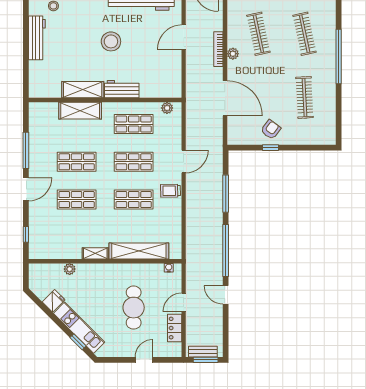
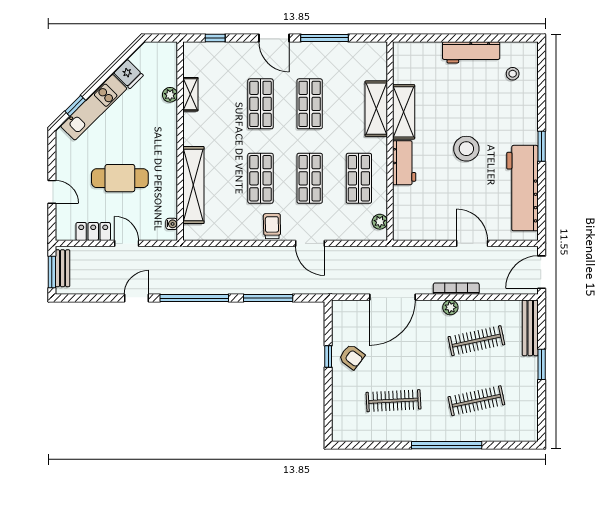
shelving: (95, 253) -> (190, 94), moved

